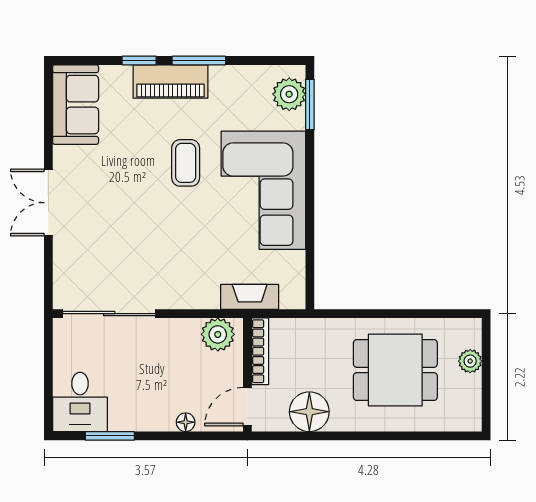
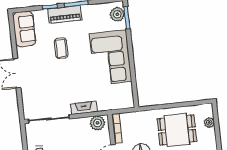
coffee table: (186, 163) -> (61, 48), moved
fireplace: (250, 297) -> (84, 108), moved

